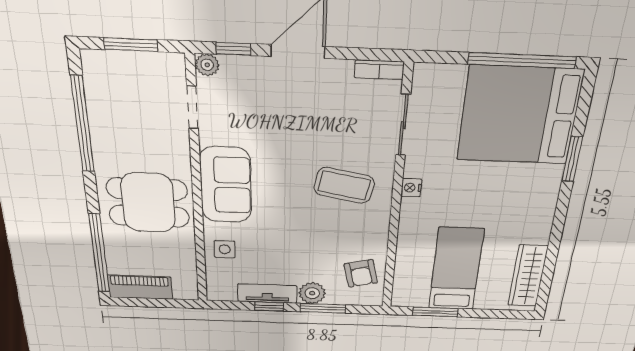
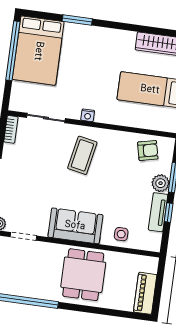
bed: (519, 115) -> (38, 51), width x0.73
window: (99, 253) -> (117, 313), removed

